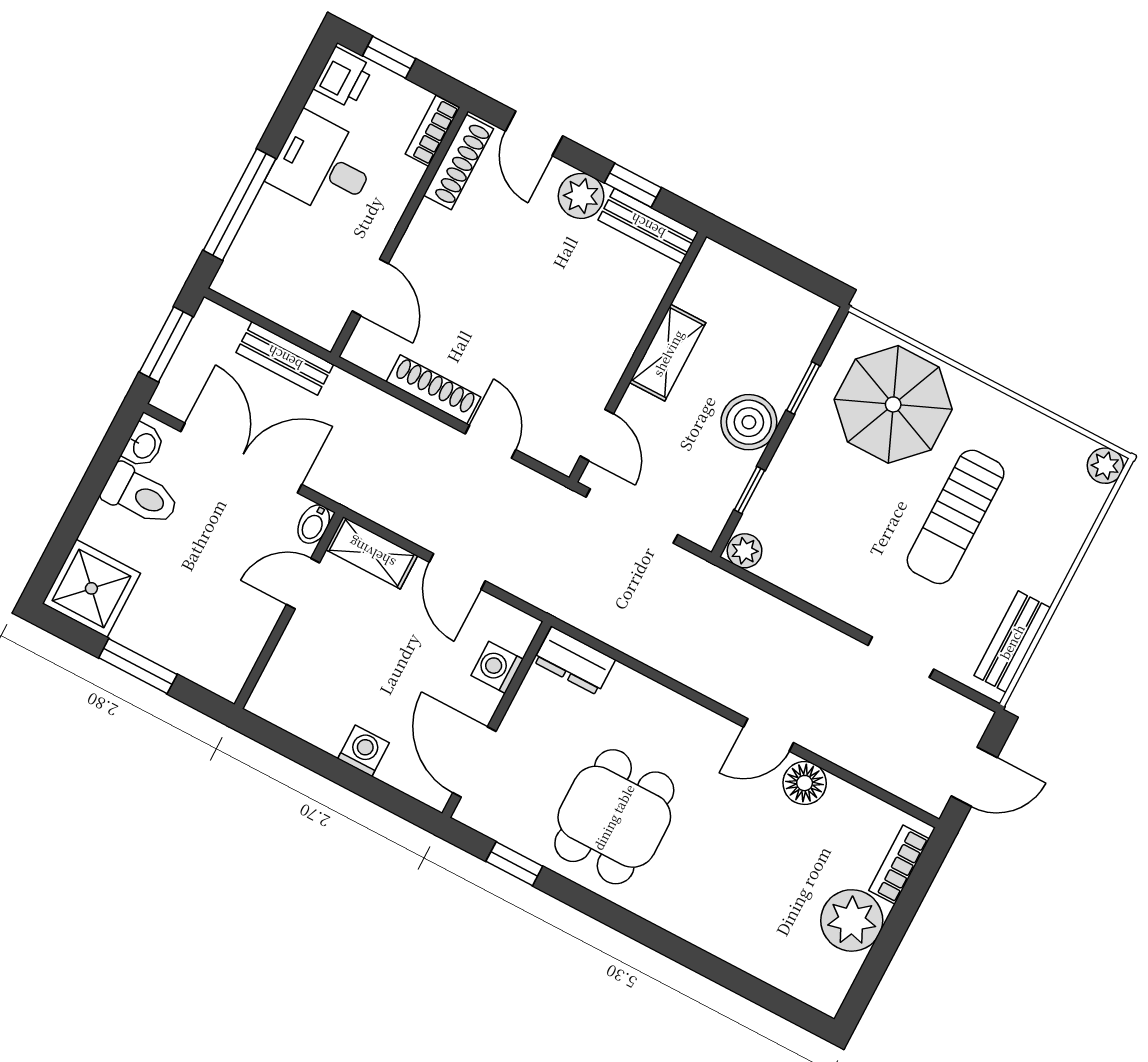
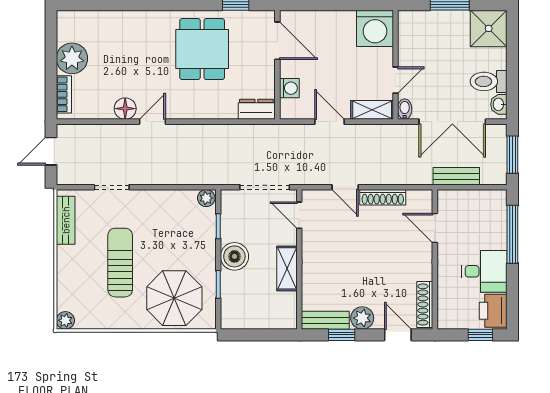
printer: (343, 78) -> (493, 311), width x1.36, depth x1.24
bookcase: (432, 131) -> (444, 312), removed
washing machine: (363, 751) -> (375, 28), moved, width x1.89, depth x1.89

